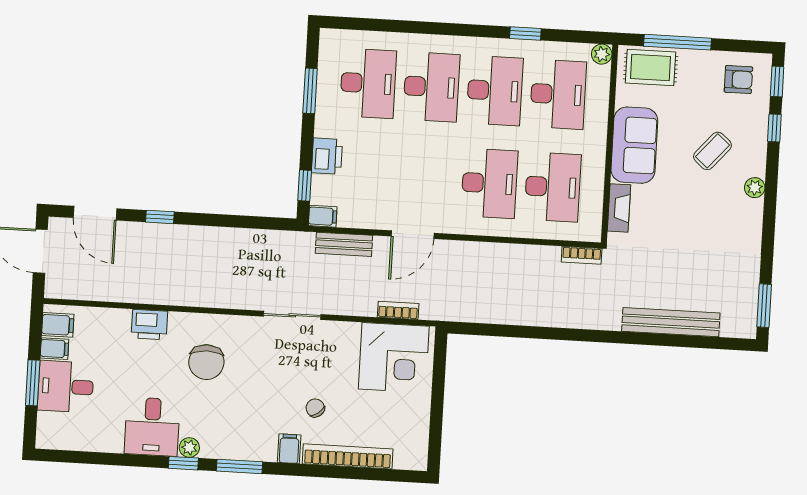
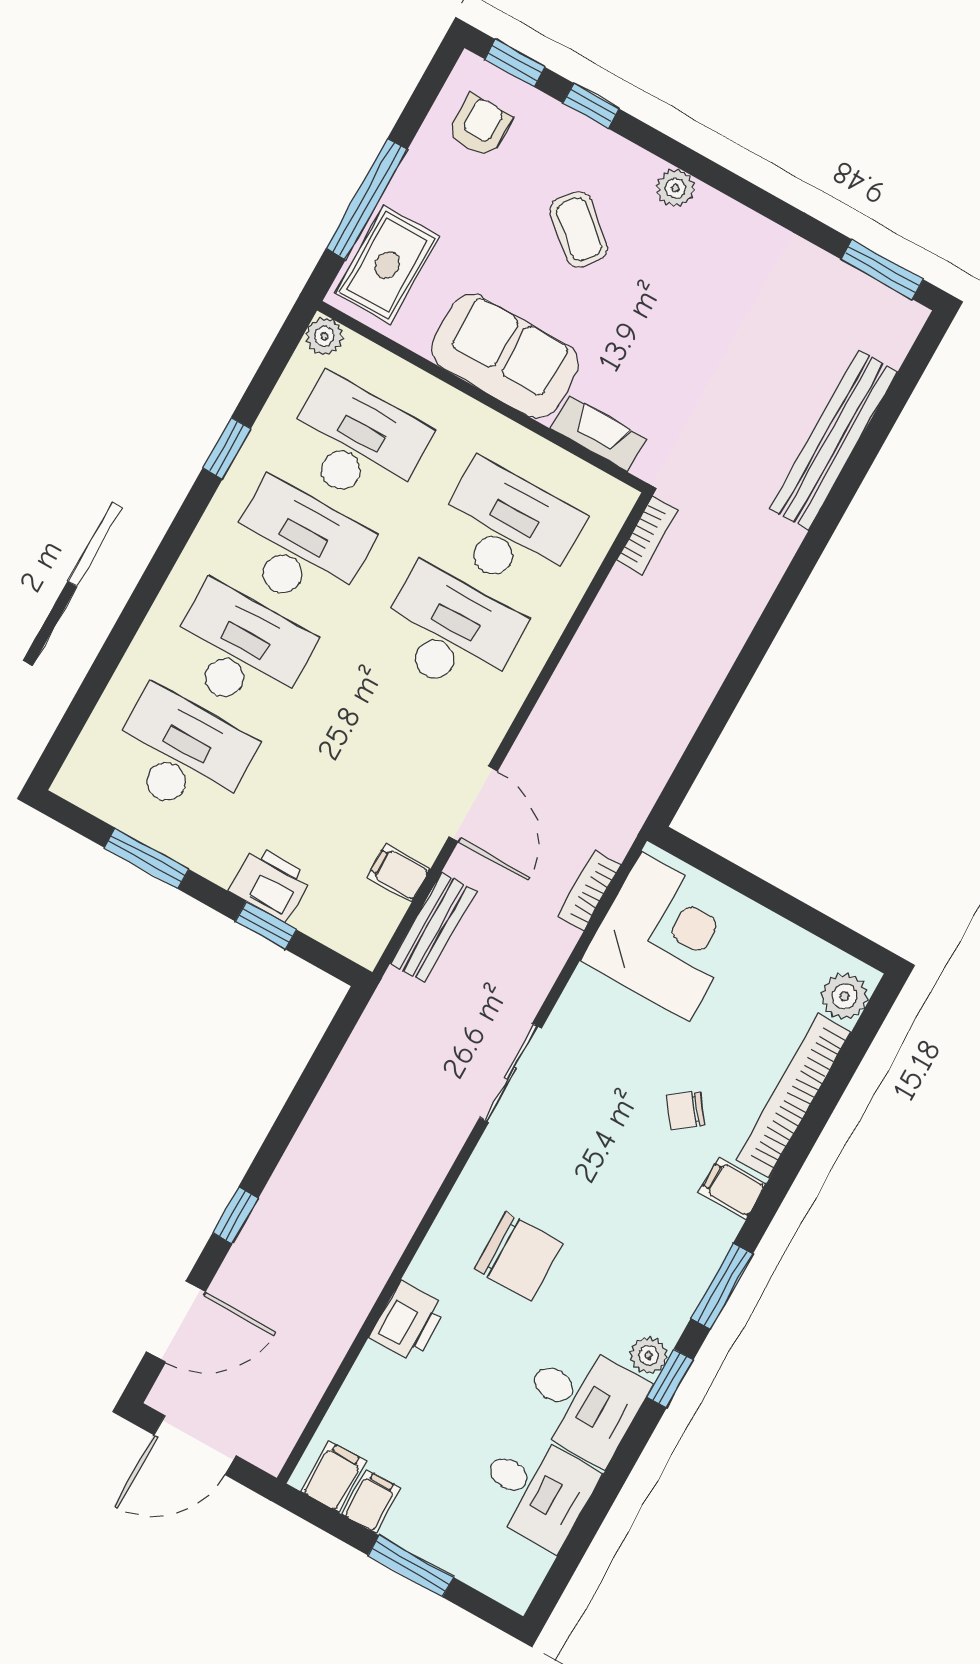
window: (305, 185) -> (266, 925), moved
filing cabinet: (323, 216) -> (399, 873), moved, turned -90
desk: (66, 387) -> (536, 1490), moved, turned -90
plant: (407, 457) -> (844, 996), added

